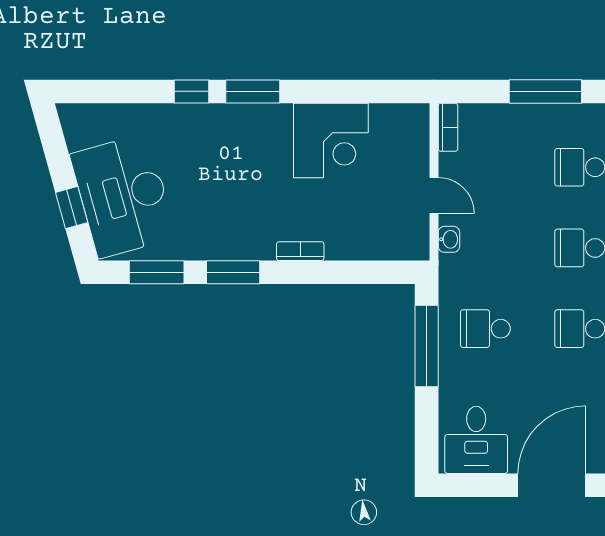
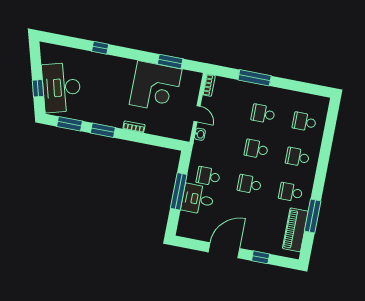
window: (253, 91) -> (170, 61), moved
corner desk: (331, 140) -> (156, 87), width x1.36, depth x1.36
window: (427, 346) -> (179, 191), moved
desk: (476, 440) -> (198, 199), moved, turned 90

